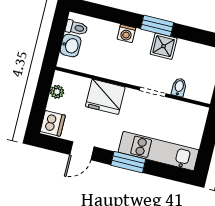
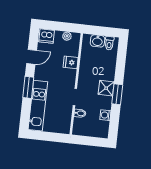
washing machine: (126, 34) -> (105, 115), moved
shower: (164, 46) -> (106, 88), moved
fridge: (105, 97) -> (71, 62), width x0.53, depth x0.75
door: (82, 151) -> (32, 57), swing flipped

